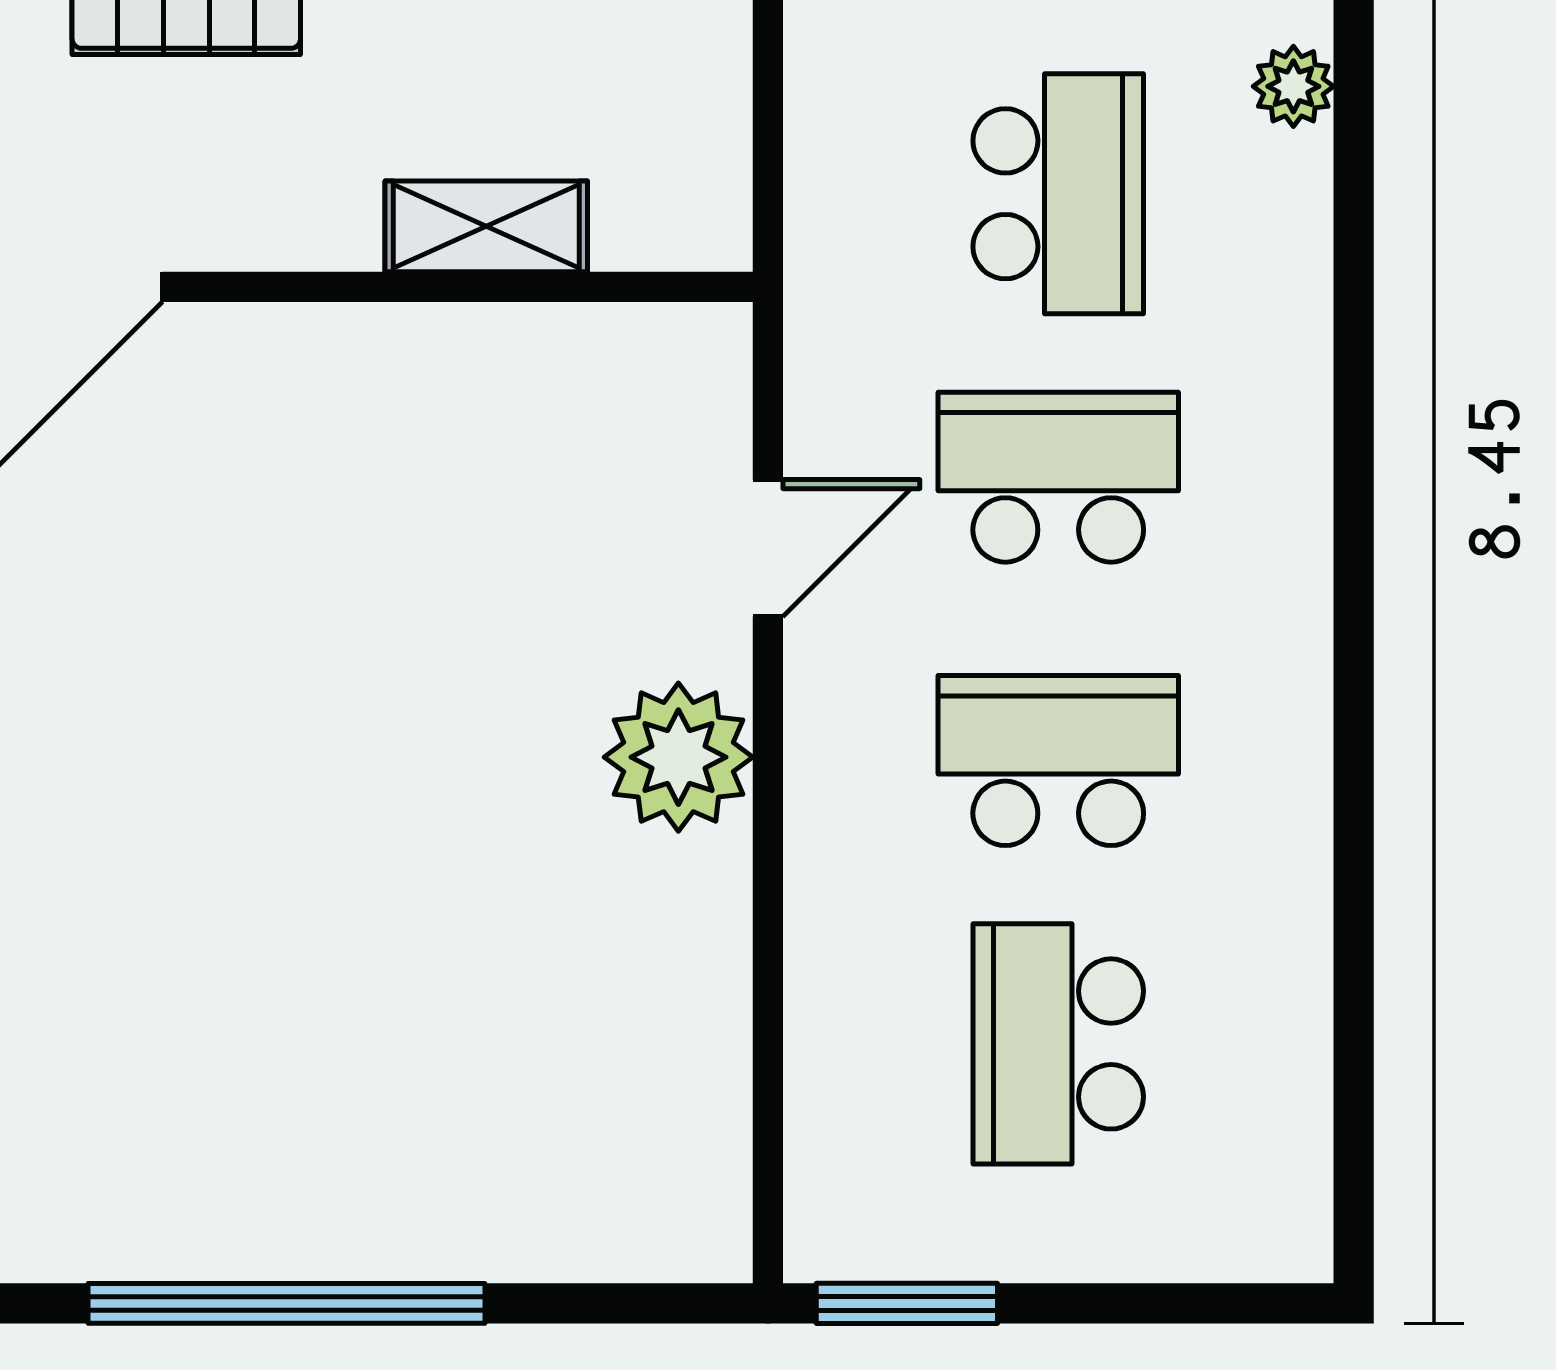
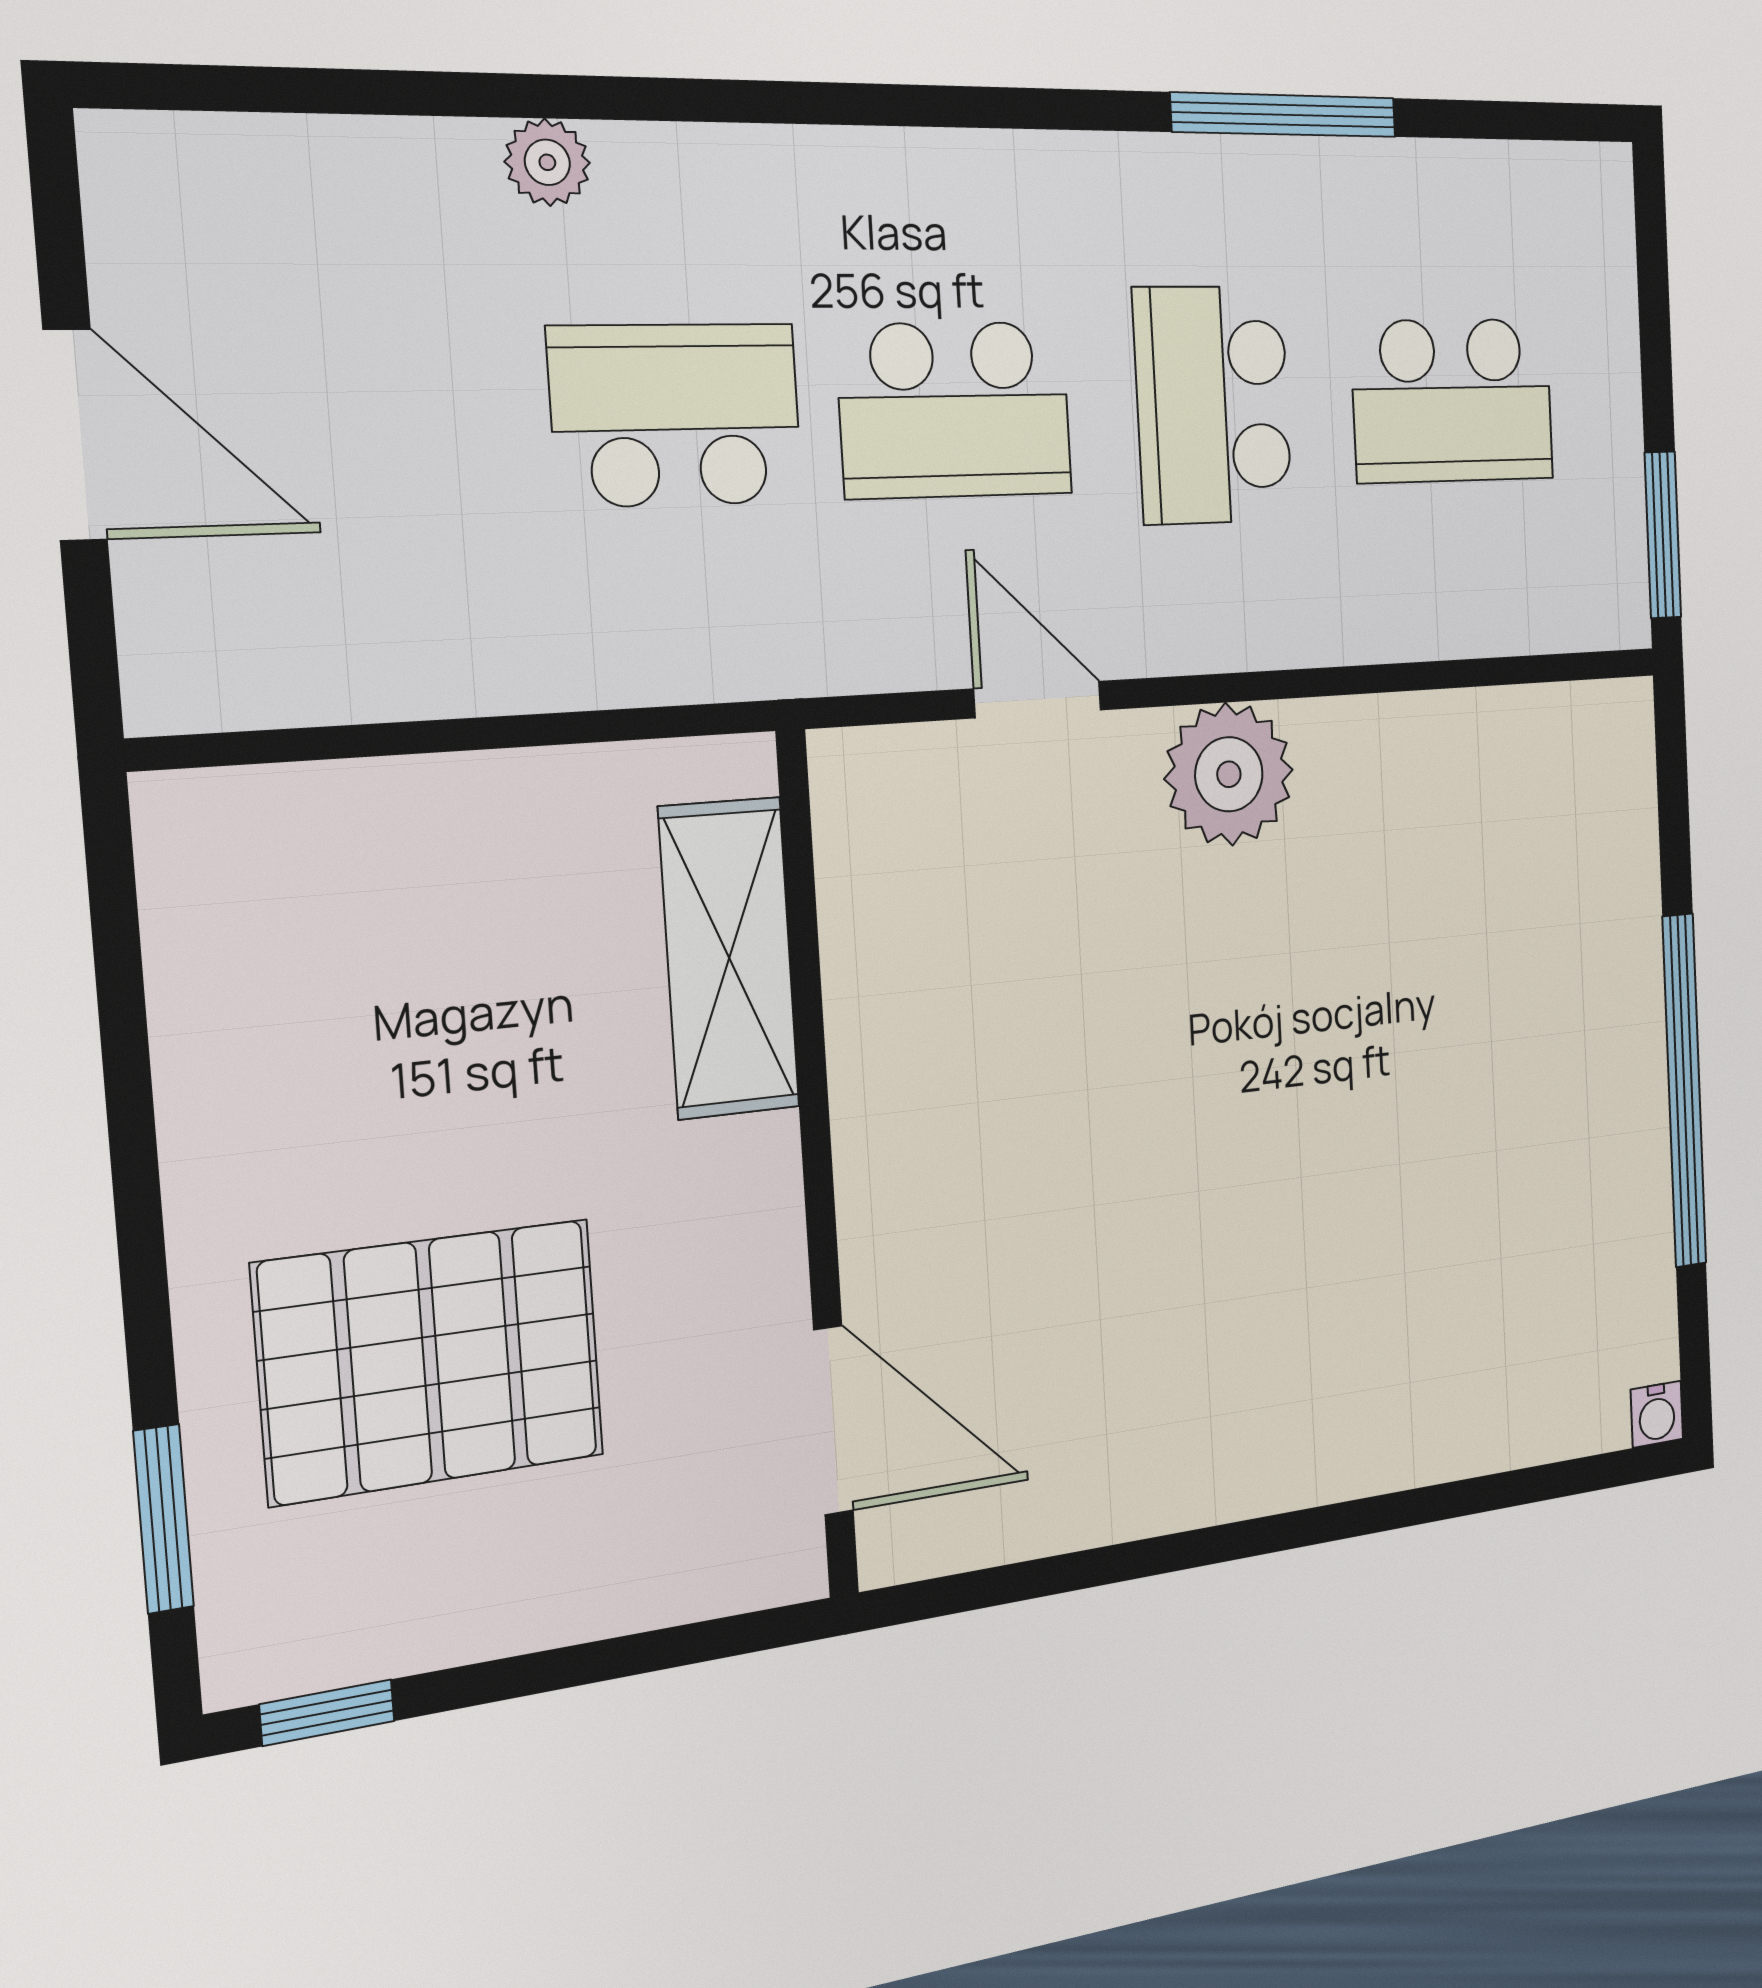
shelving: (486, 226) -> (729, 958), width x1.50, depth x1.33
school desk: (1058, 477) -> (955, 410), turned -90
window: (1354, 859) -> (1284, 115), added

